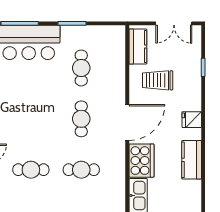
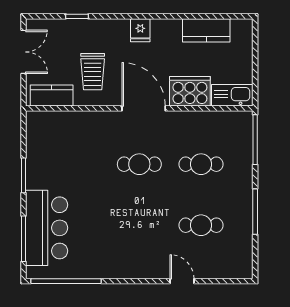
cafe table: (81, 68) -> (78, 164), removed
kitchen counter: (192, 160) -> (206, 30), moved
cafe table: (31, 170) -> (201, 225), turned 90
cafe table: (81, 170) -> (201, 164), turned 90

